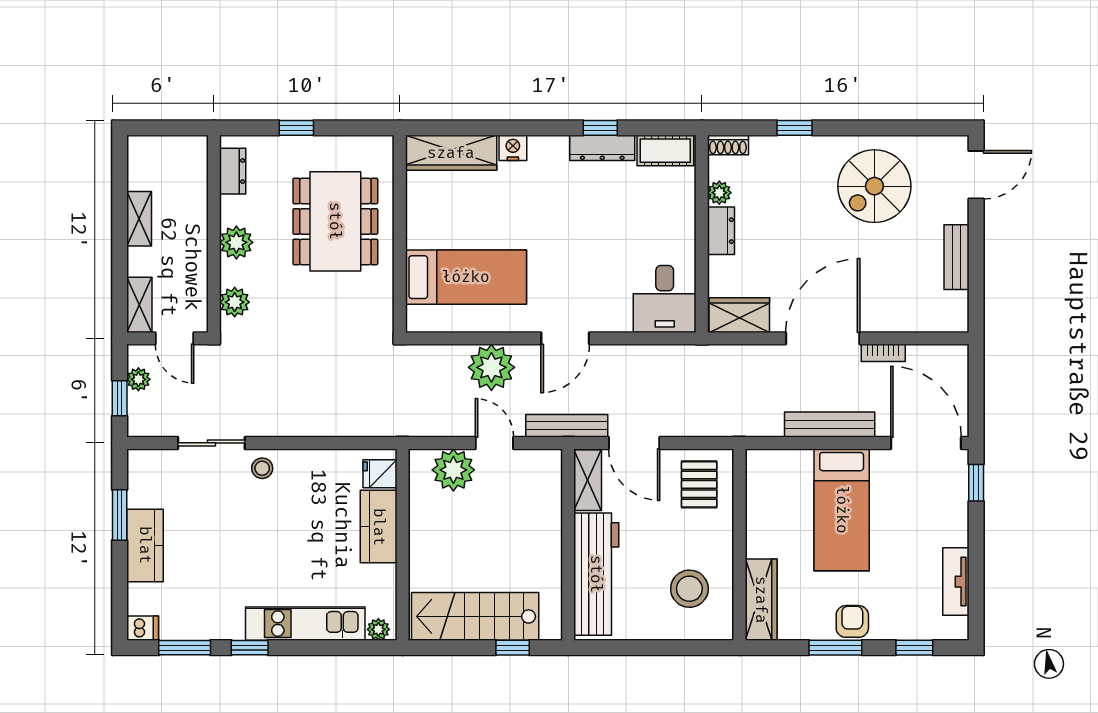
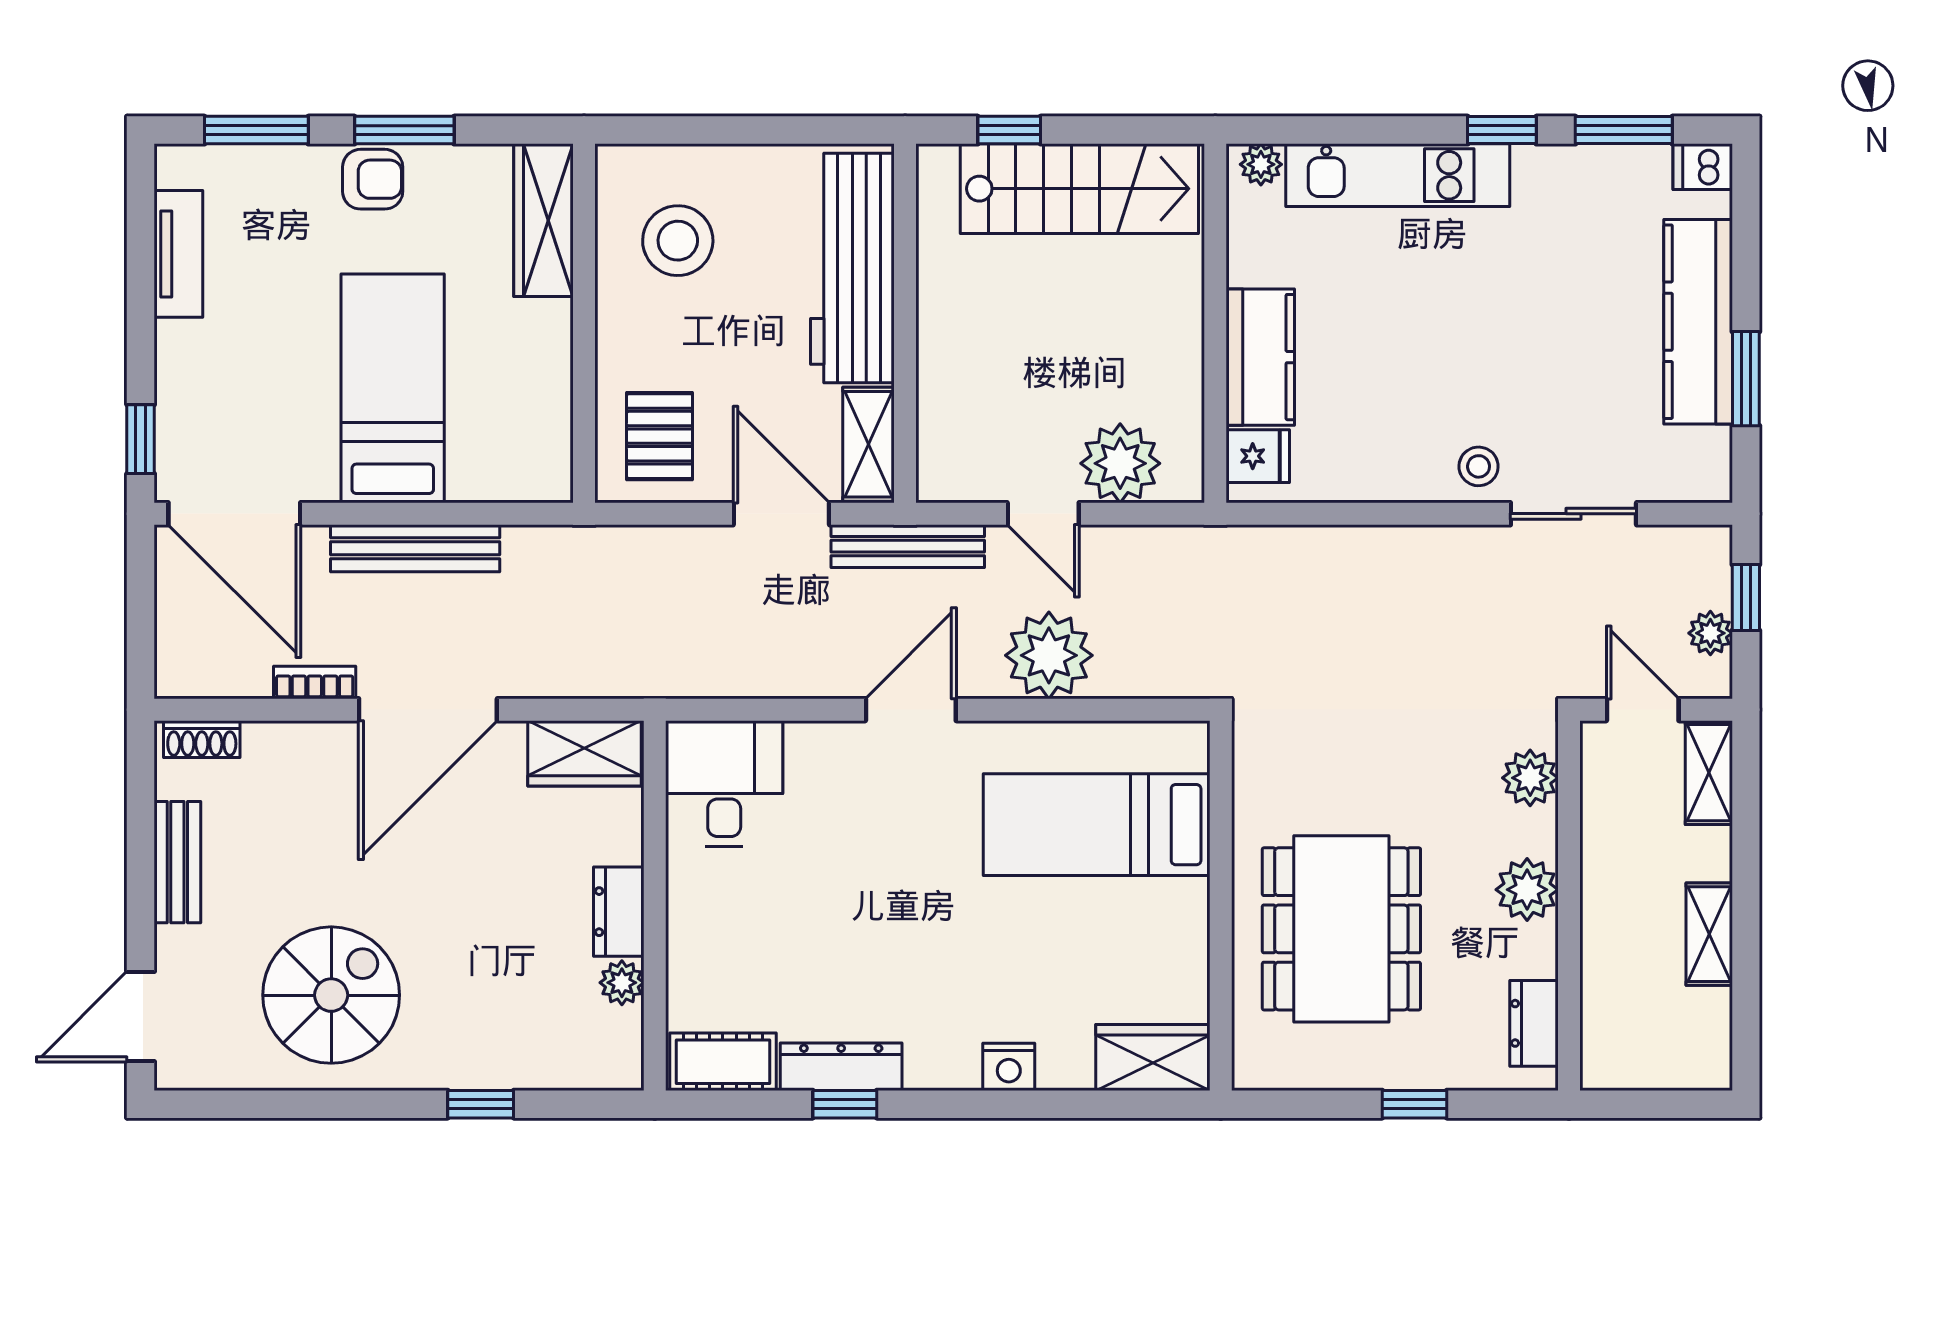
shoe rack: (728, 145) -> (202, 739), moved, turned 180
wardrobe: (451, 153) -> (1153, 1058), width x0.67
kitchen counter: (145, 545) -> (1698, 322), width x1.50
armchair: (852, 621) -> (373, 179), turned -90
window: (914, 648) -> (256, 130), width x1.50

